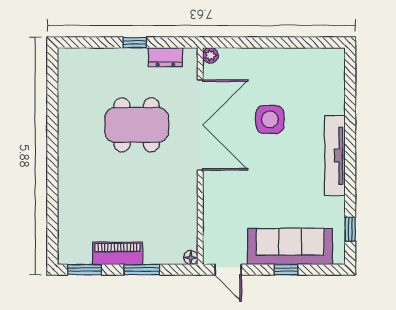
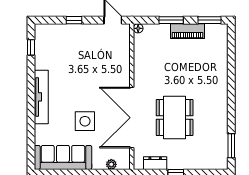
plant: (210, 55) -> (111, 164), moved
window: (52, 83) -> (231, 146), added
dining table: (137, 125) -> (175, 118), turned 90
sofa: (290, 247) -> (63, 157), moved, turned 180

